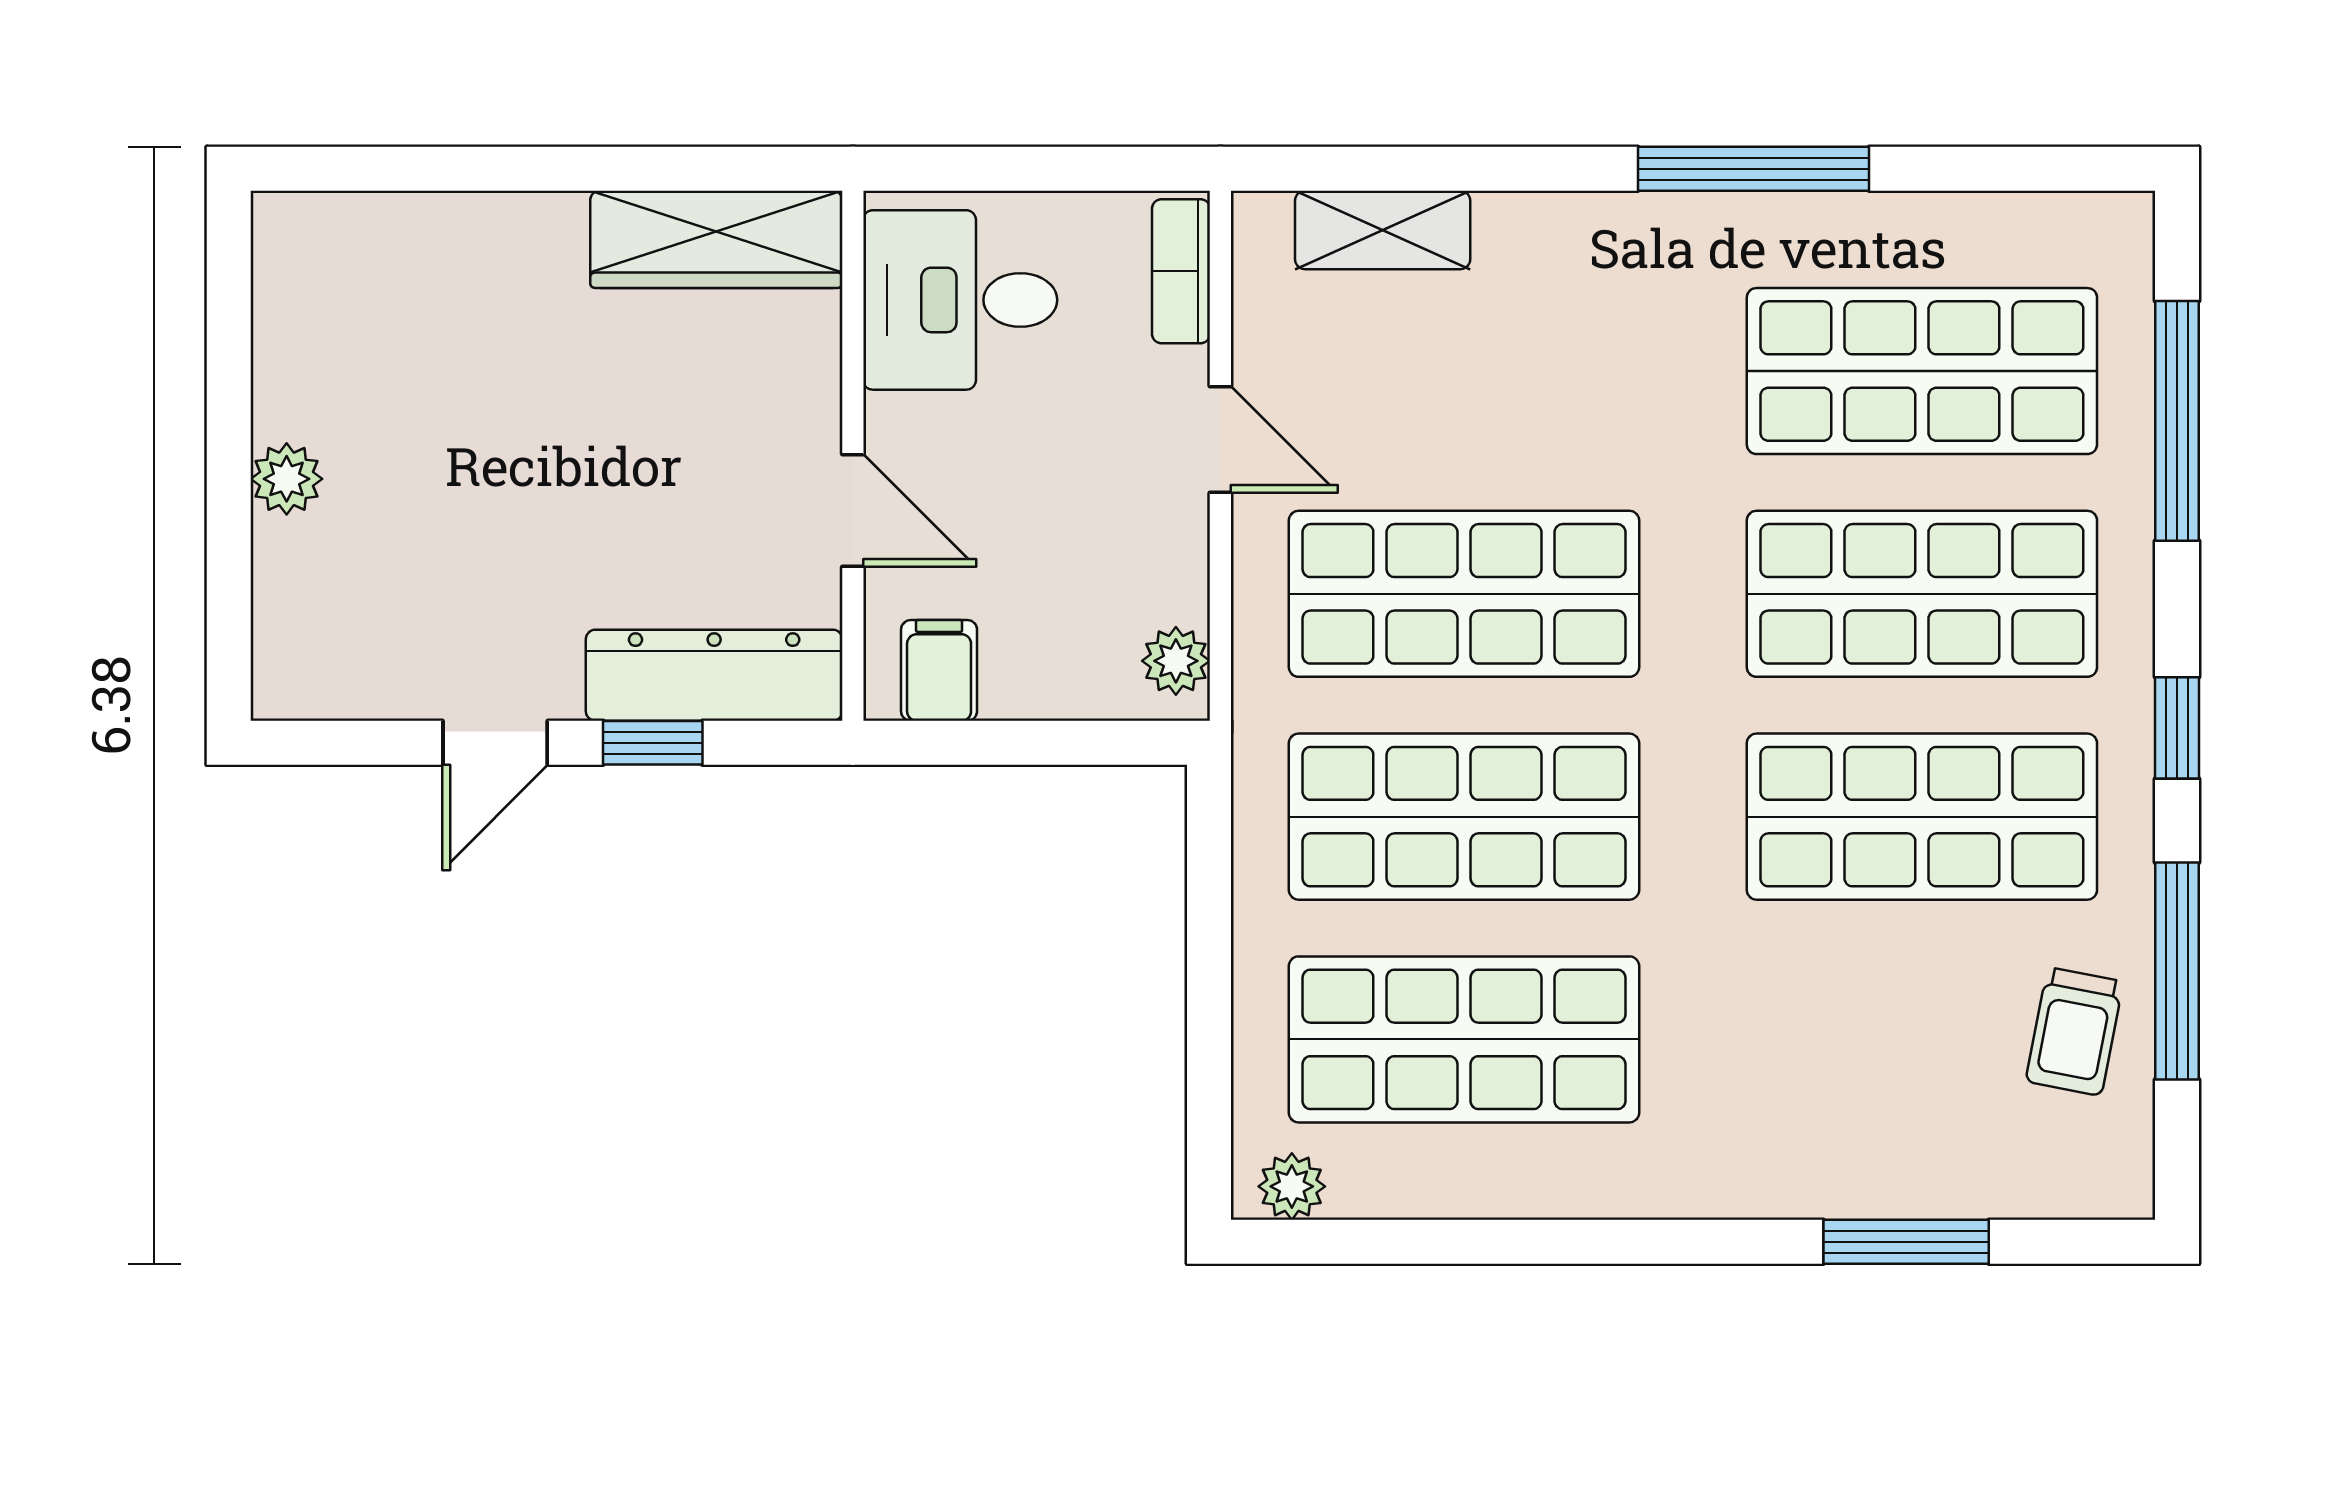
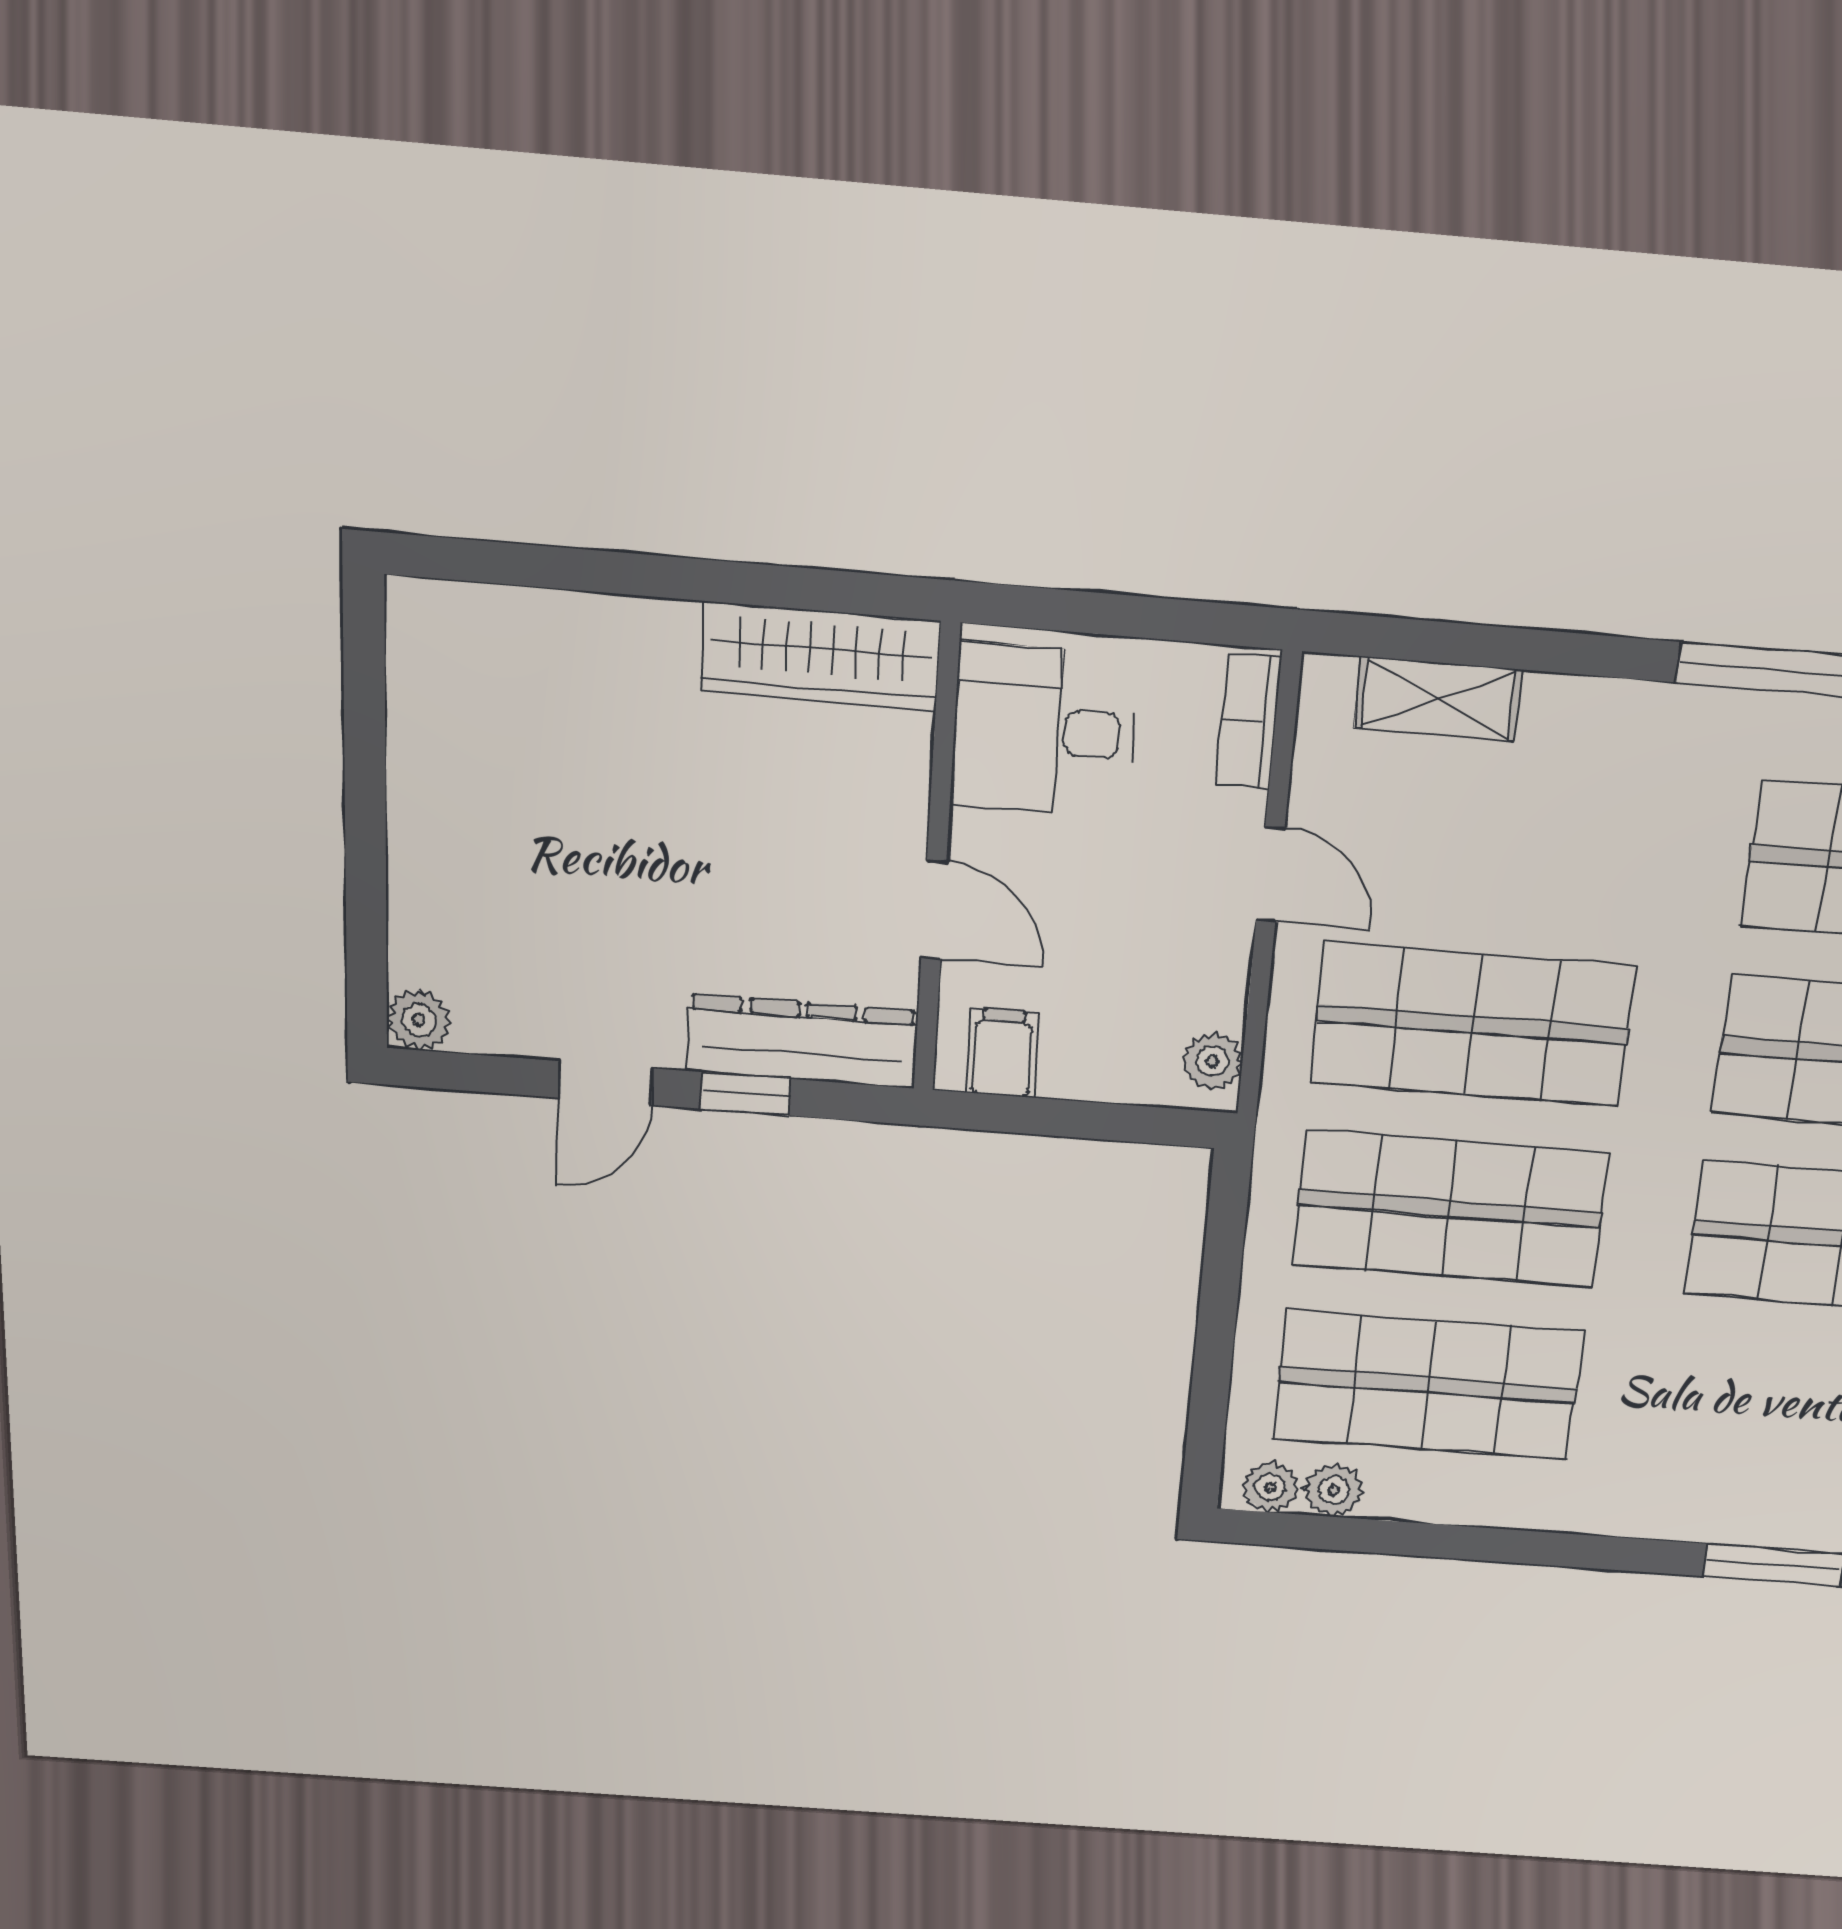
plant: (287, 479) -> (419, 1020), moved
plant: (1367, 1185) -> (1334, 1490), added

